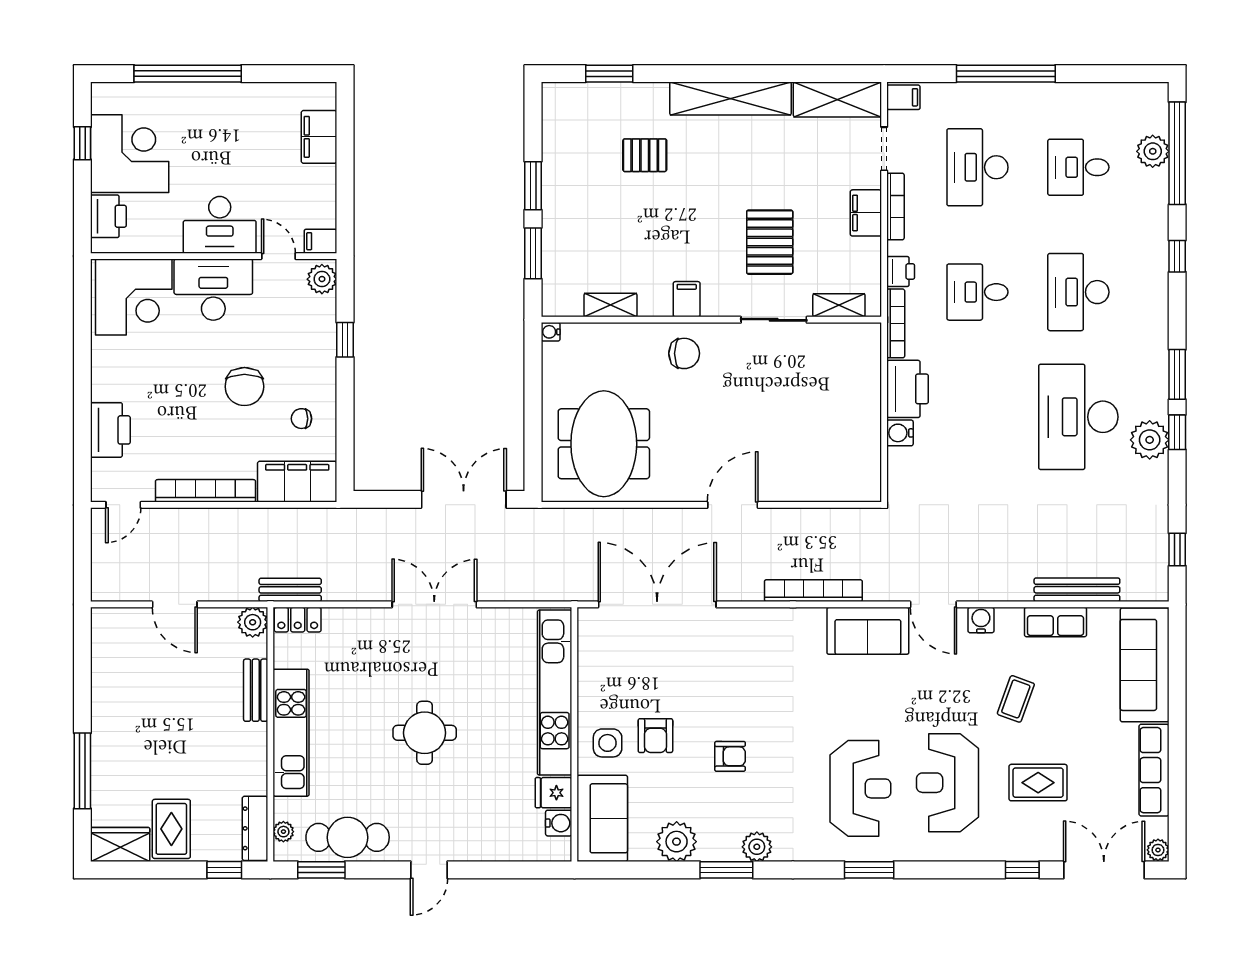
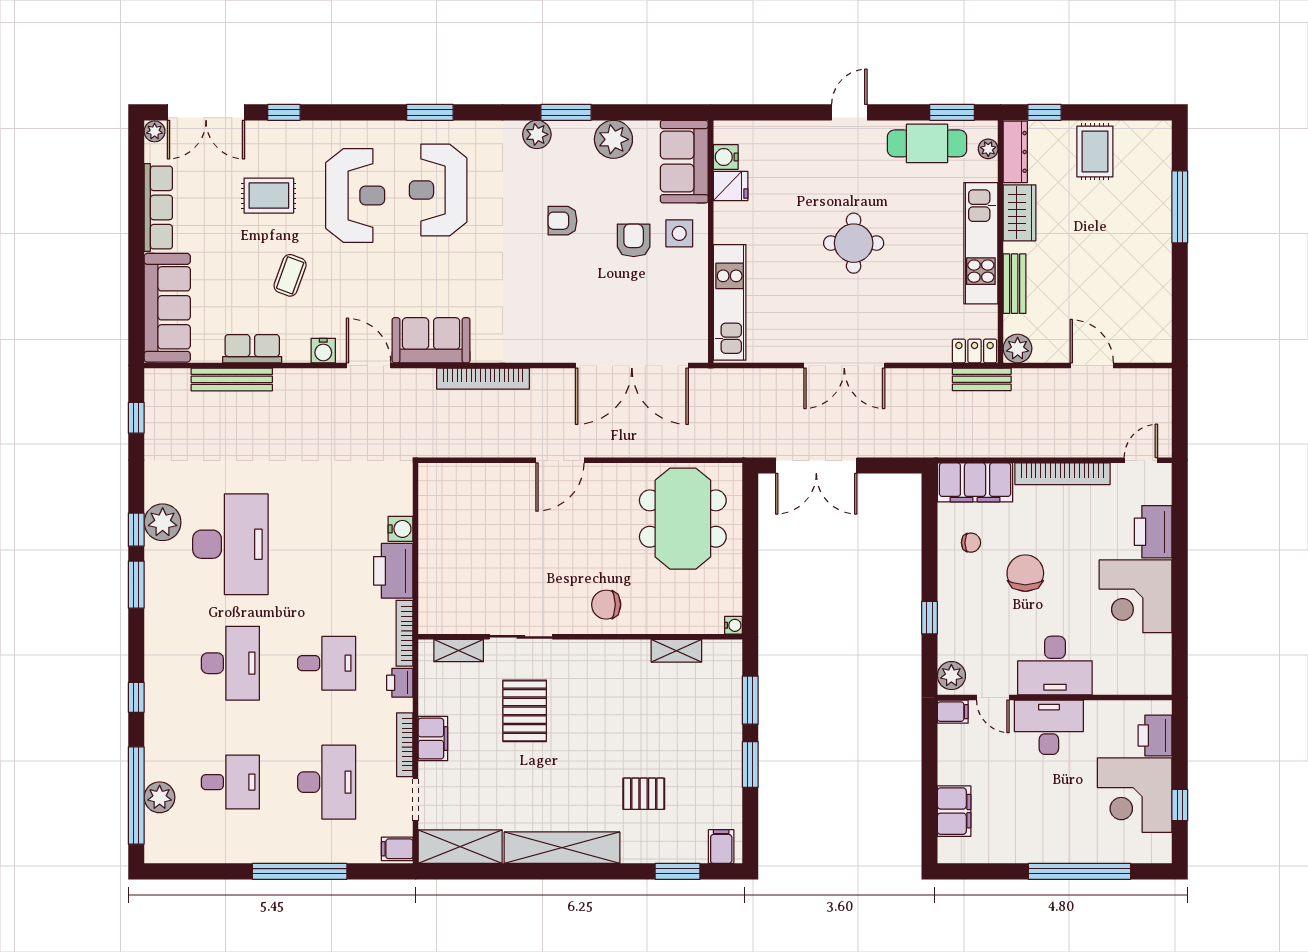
corner desk: (134, 297) -> (1136, 596), moved, turned -90
filing cabinet: (687, 299) -> (721, 847), moved, turned 180
kitchen unit: (555, 693) -> (730, 302), width x0.73
wardrobe: (120, 844) -> (1020, 213), moved, turned -90

